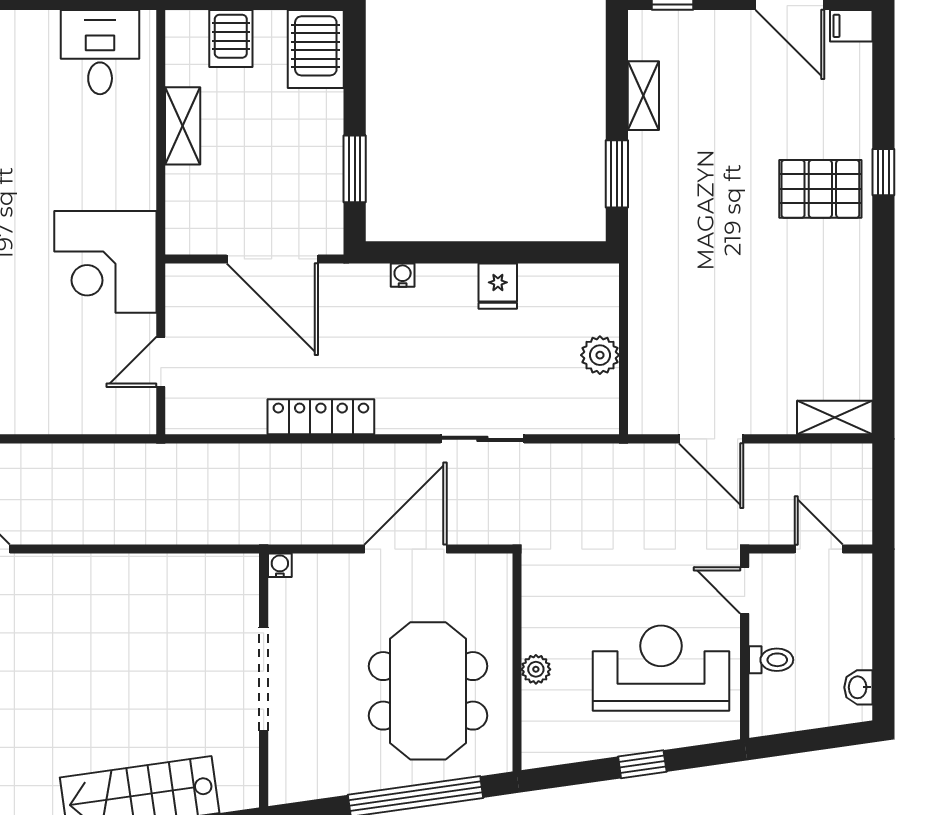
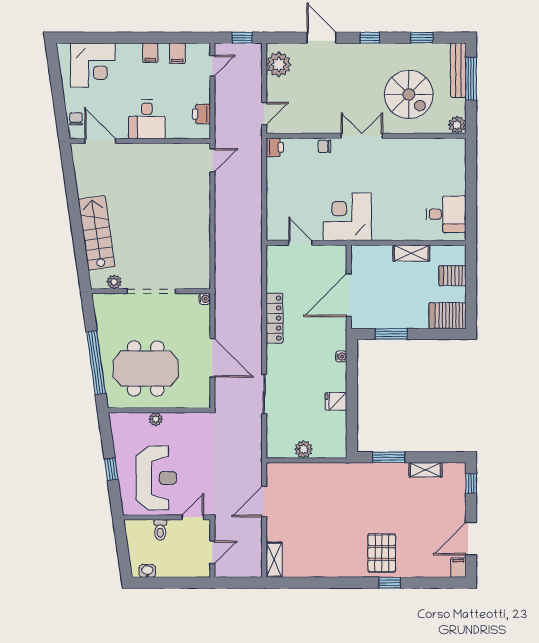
plant: (244, 758) -> (114, 282), added

